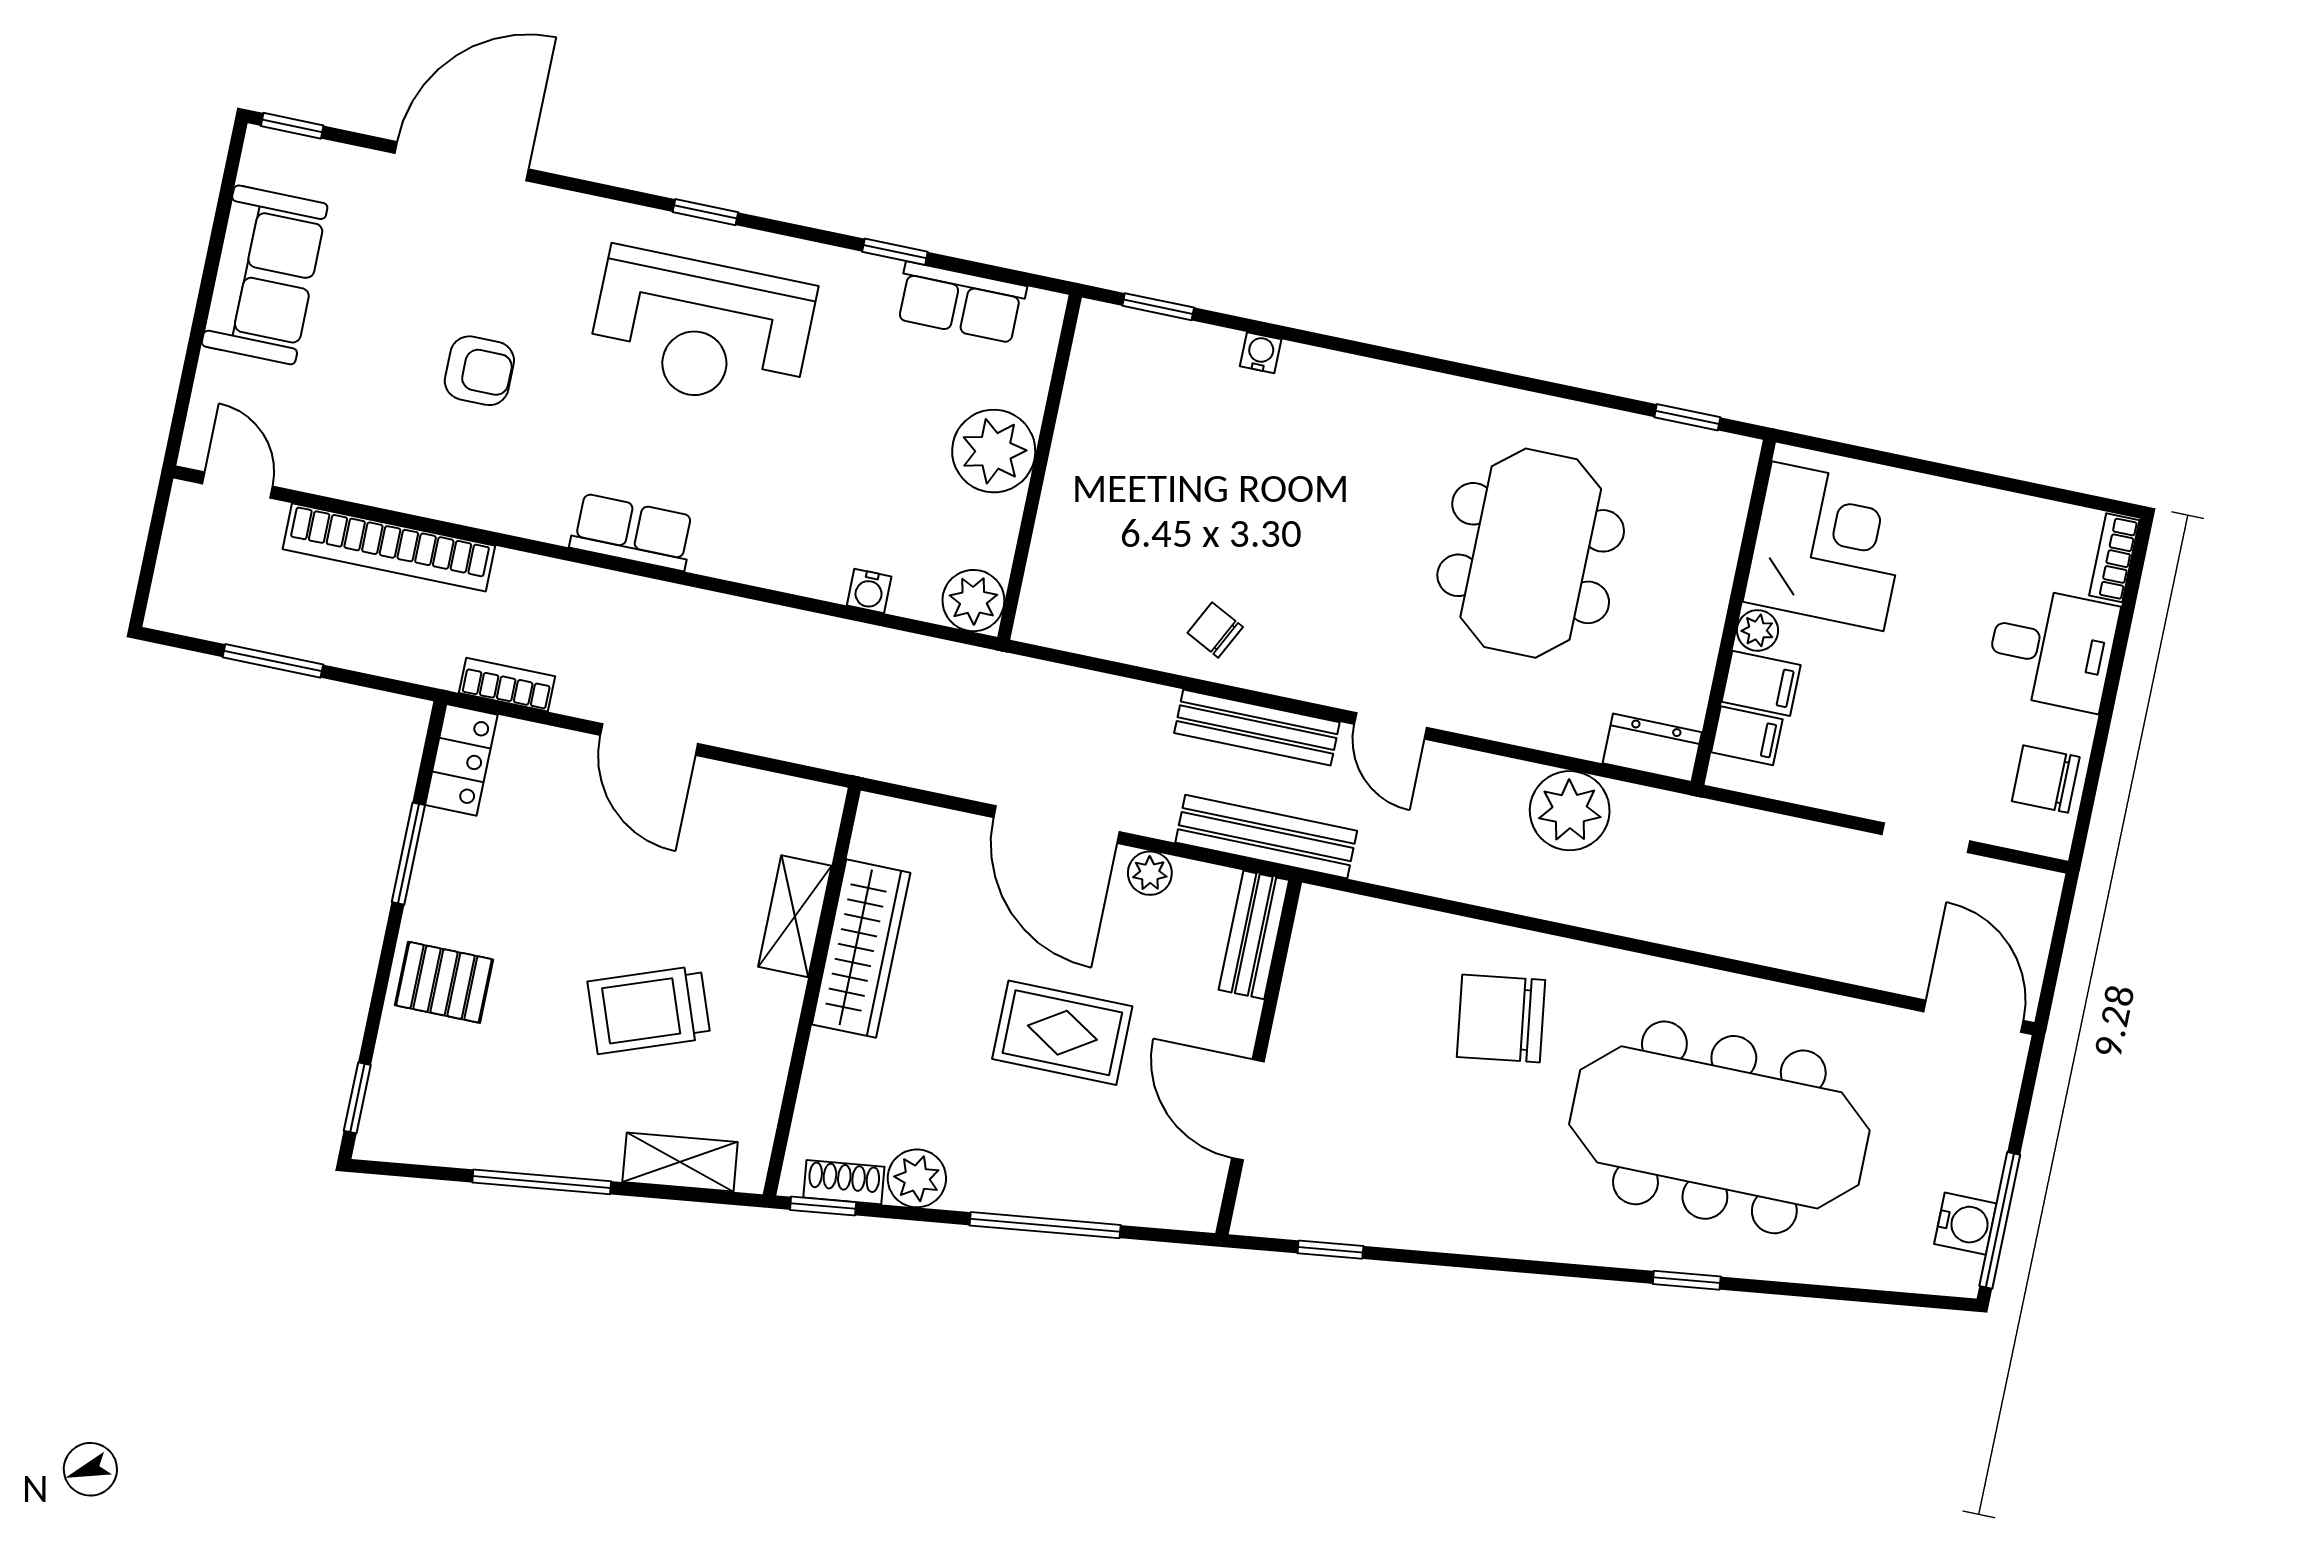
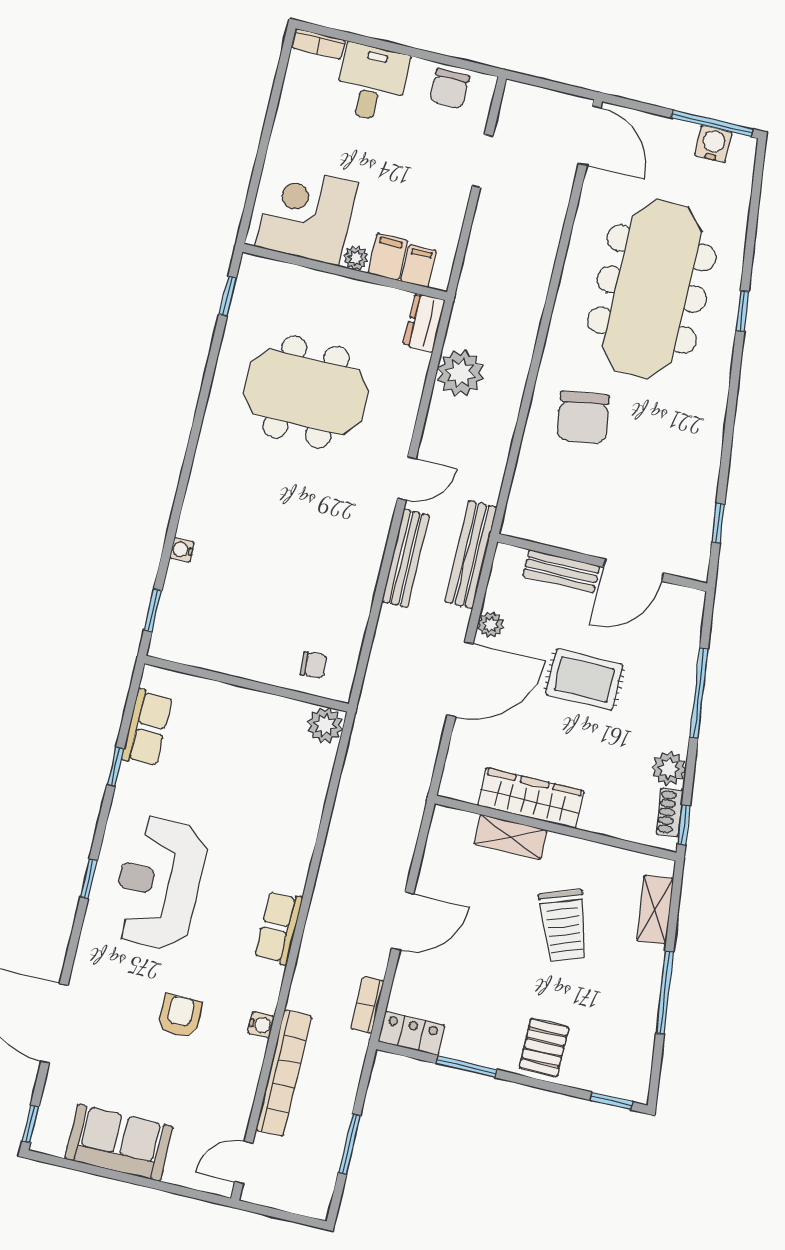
reception desk: (701, 329) -> (159, 883), turned 180
plant: (994, 451) -> (236, 711), removed
water cooler: (869, 591) -> (261, 1025), moved
chair: (1215, 630) -> (314, 665), moved, turned -121
bench: (1254, 935) -> (561, 571), moved
door: (1973, 1016) -> (590, 136), swing flipped
rug: (1062, 1033) -> (584, 679), turned 90

